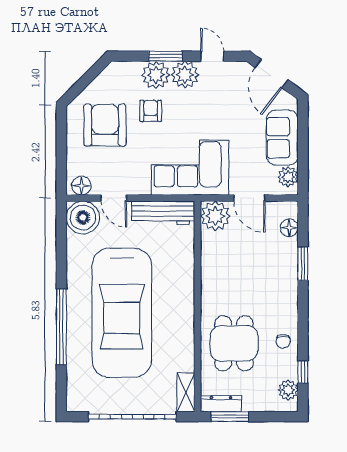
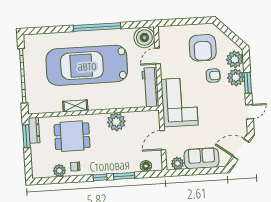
plant: (185, 75) -> (235, 59), moved
armchair: (105, 125) -> (203, 48), turned 90
floor lamp: (81, 186) -> (164, 35), removed
plant: (215, 216) -> (116, 122), moved
window: (61, 327) -> (97, 27), moved
window: (303, 372) -> (100, 177), moved
plant: (288, 390) -> (59, 171), moved
shelving: (186, 392) -> (75, 106), moved

